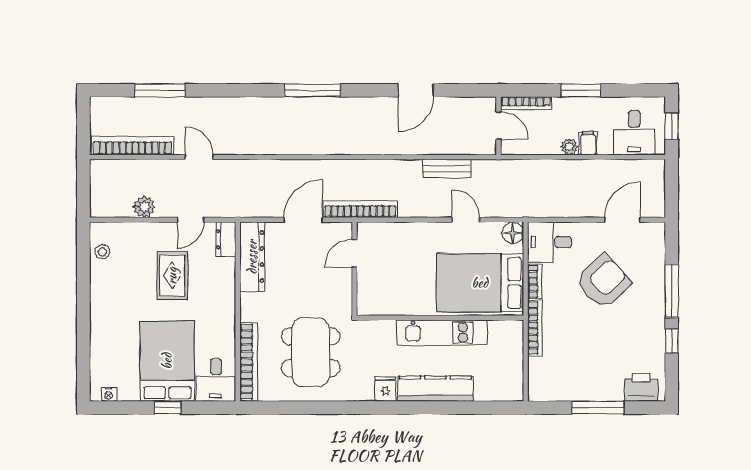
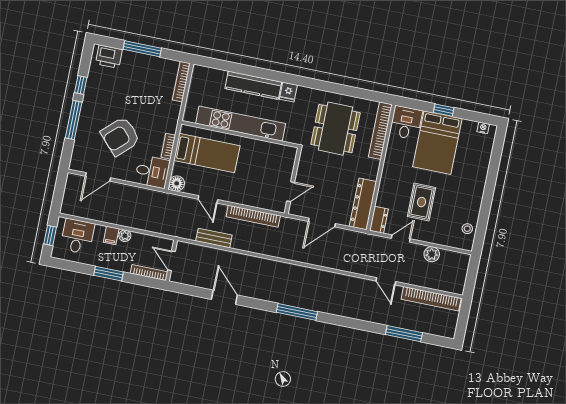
door: (416, 90) -> (224, 297), hinge flipped
bookcase: (360, 209) -> (253, 216), moved
bed: (480, 283) -> (207, 153), width x0.67
bookcase: (535, 328) -> (181, 82), moved
kitchen unit: (442, 333) -> (241, 124), width x1.36

